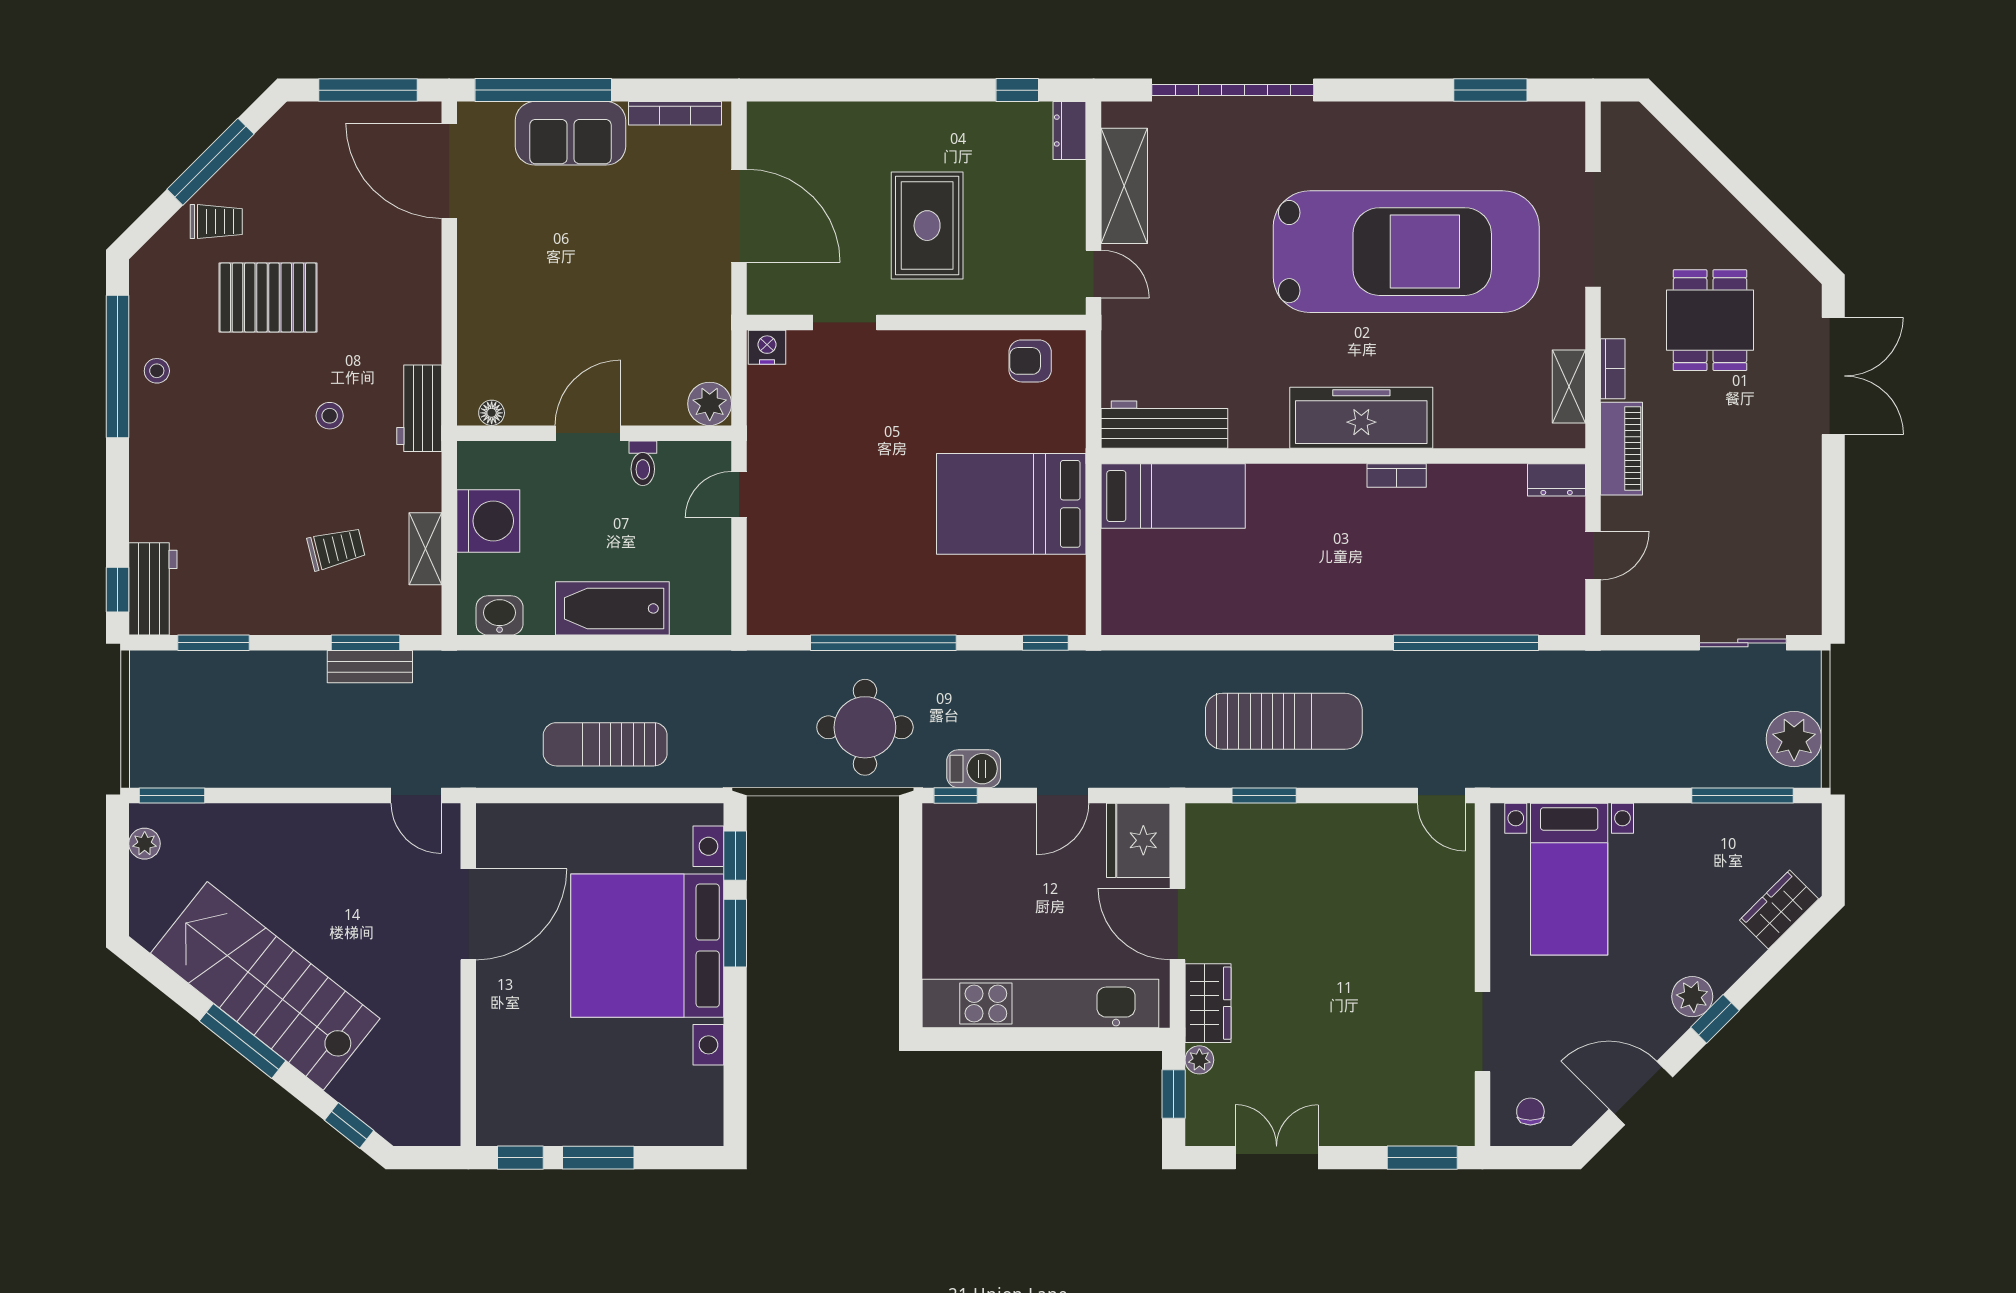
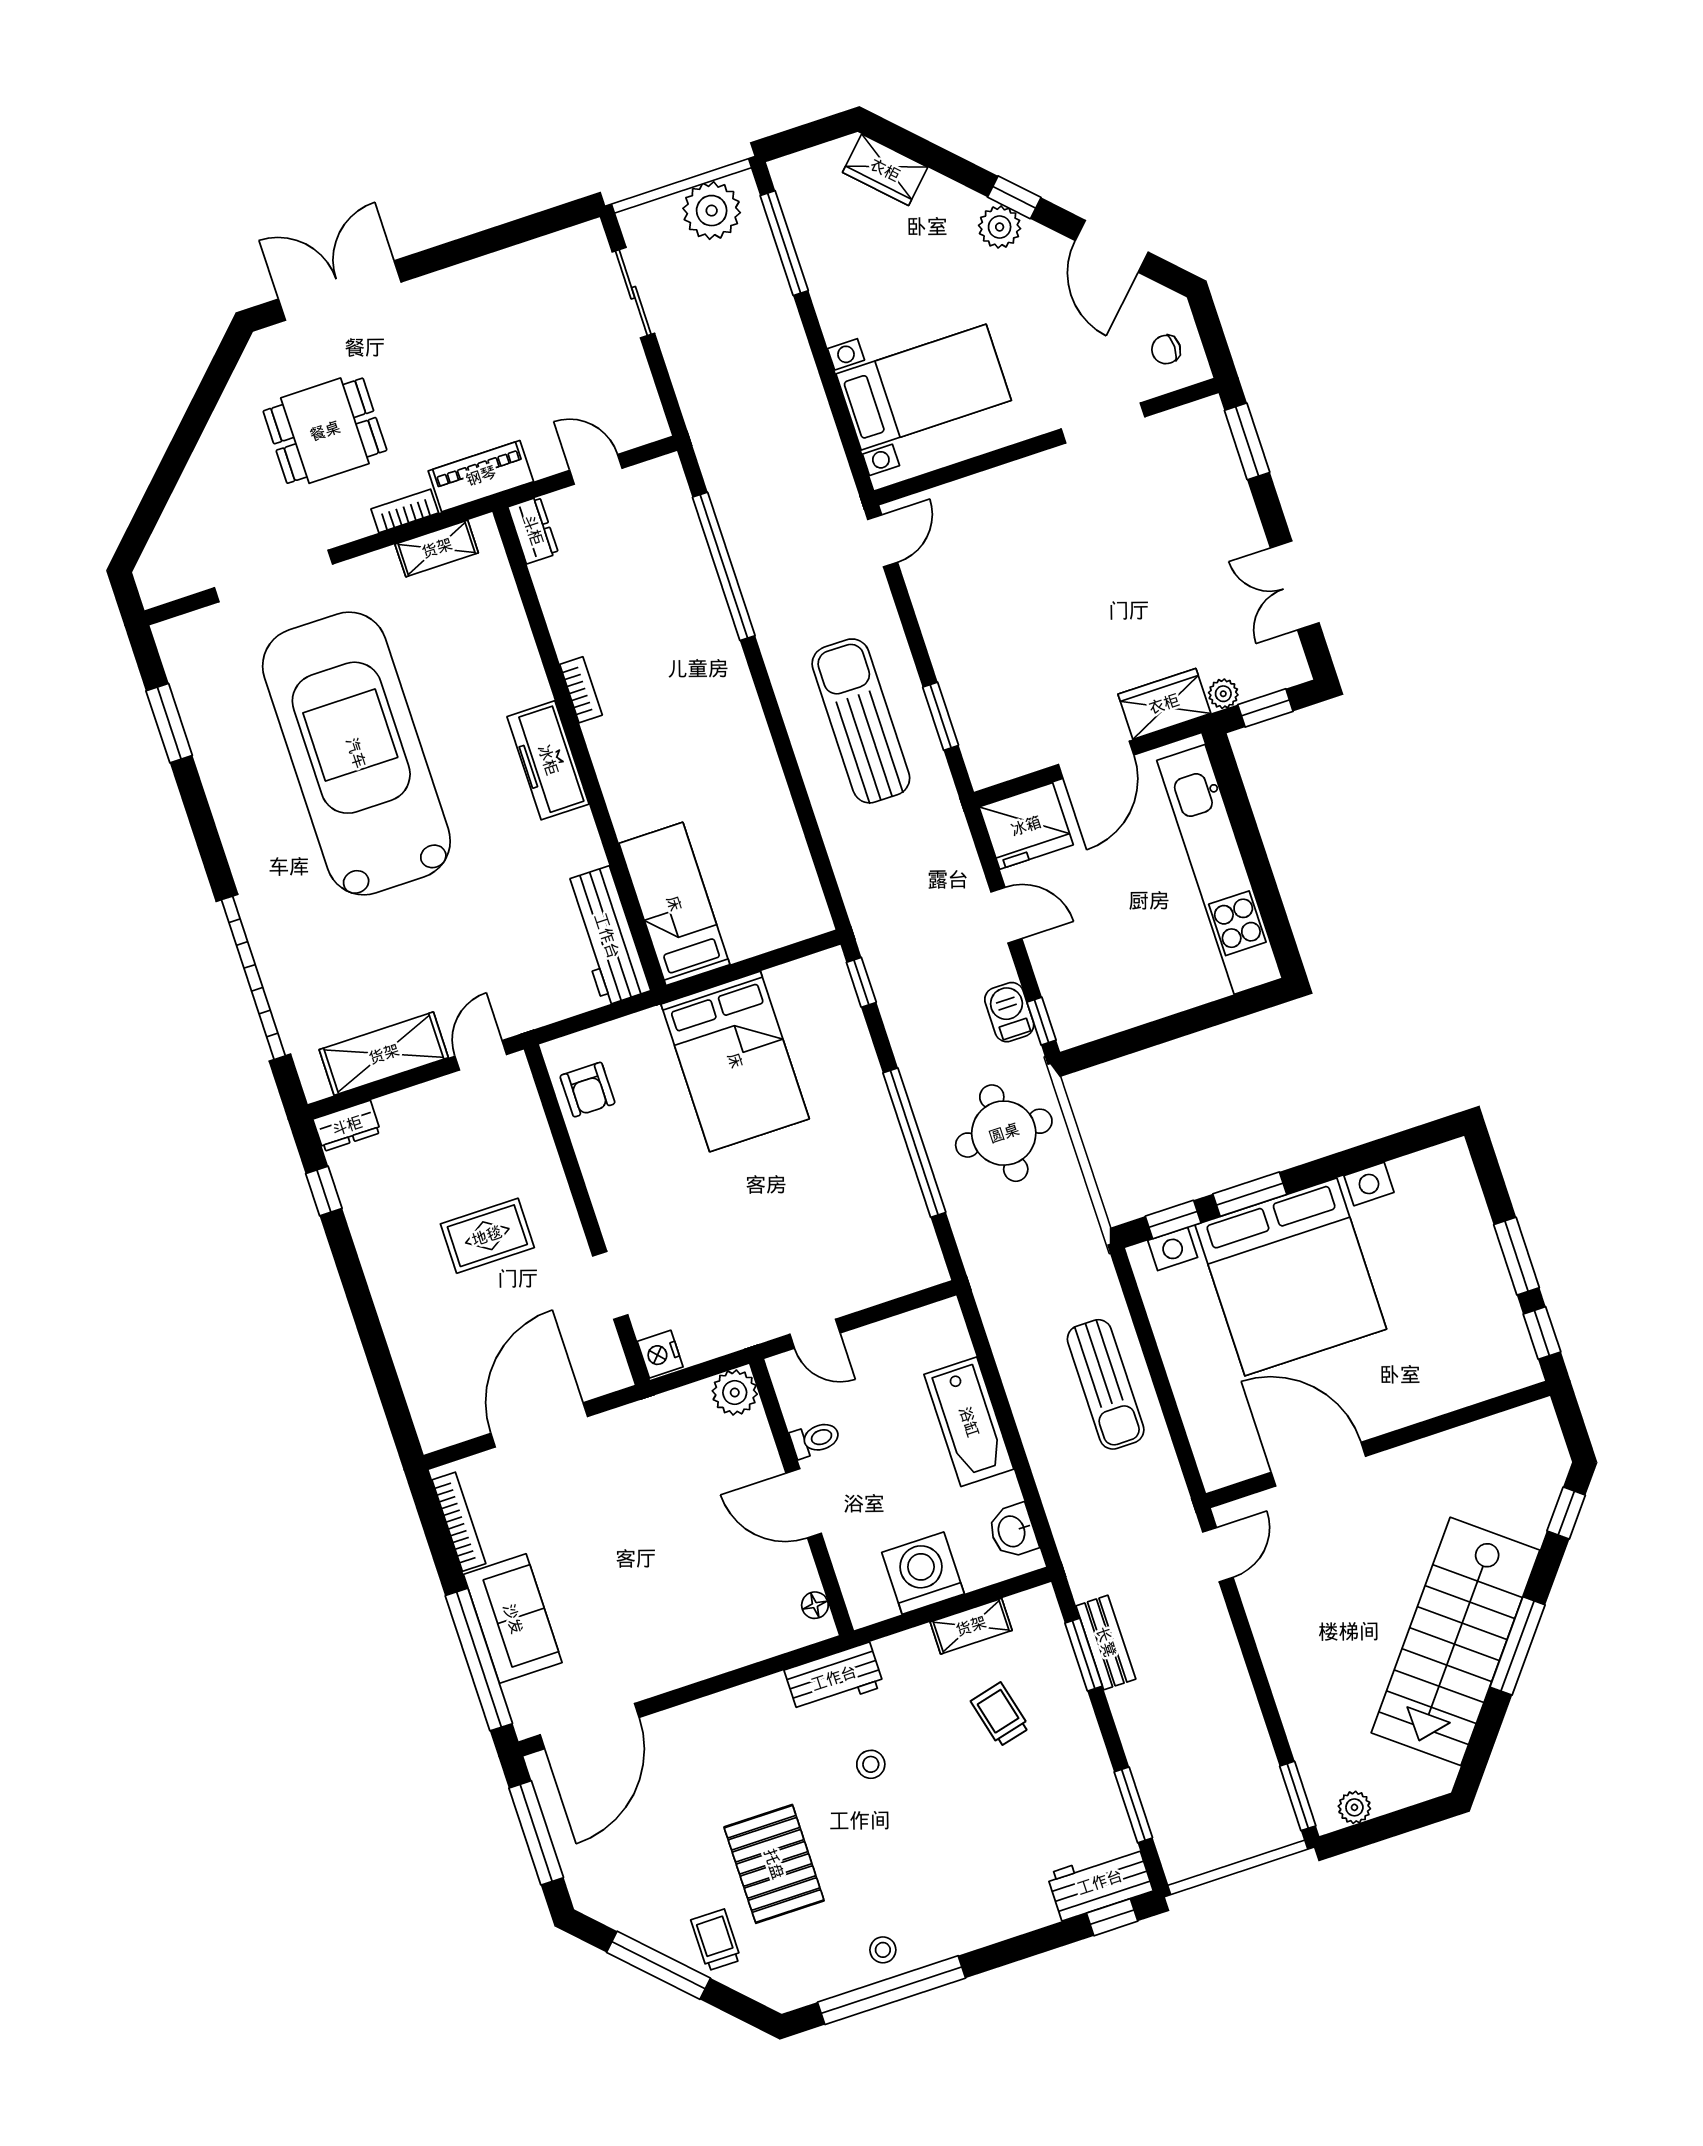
rug: (927, 226) -> (487, 1236), width x0.73, depth x0.70
freezer: (1361, 418) -> (548, 760), width x0.73, depth x0.79

